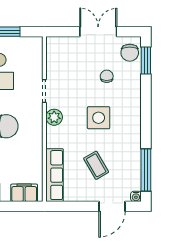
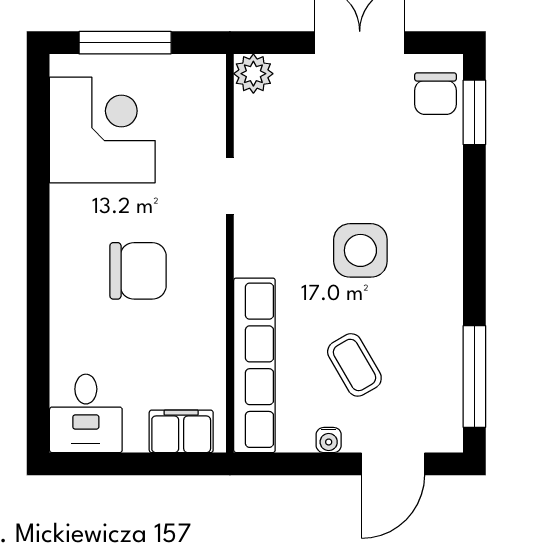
chair: (107, 76) -> (380, 150), removed
plant: (54, 117) -> (253, 74), moved
row of seats: (55, 175) -> (254, 365), width x1.36
water cooler: (136, 196) -> (329, 440), moved

